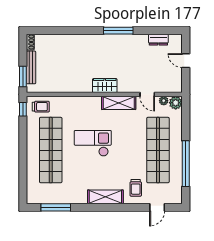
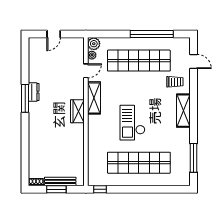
dresser: (158, 40) -> (34, 92), moved
window: (23, 77) -> (56, 189), moved
trolley: (41, 107) -> (98, 172), removed

